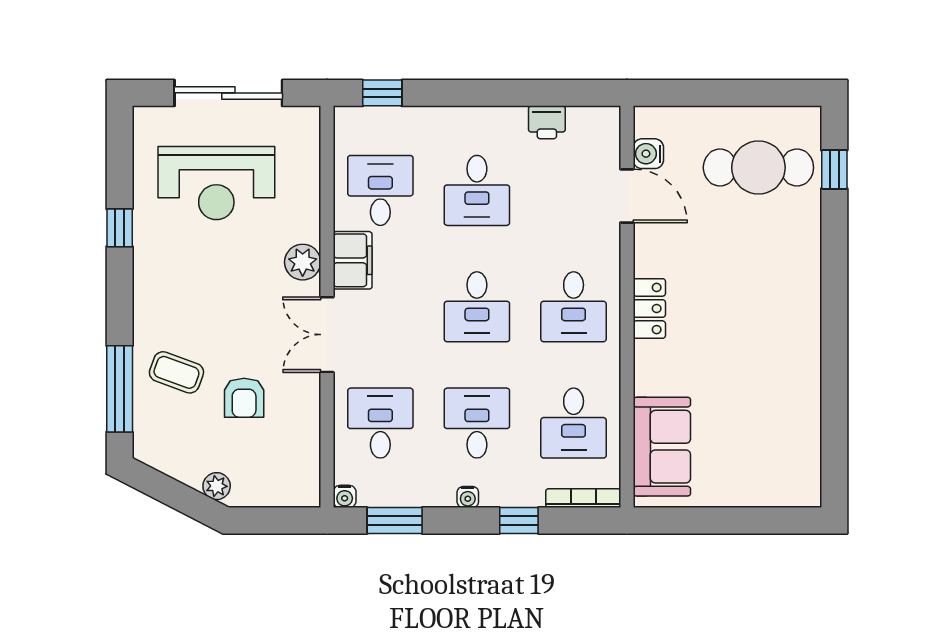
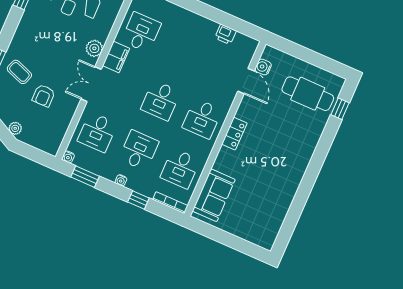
desk: (477, 190) -> (183, 50), removed
desk: (380, 423) -> (97, 132), turned 180

